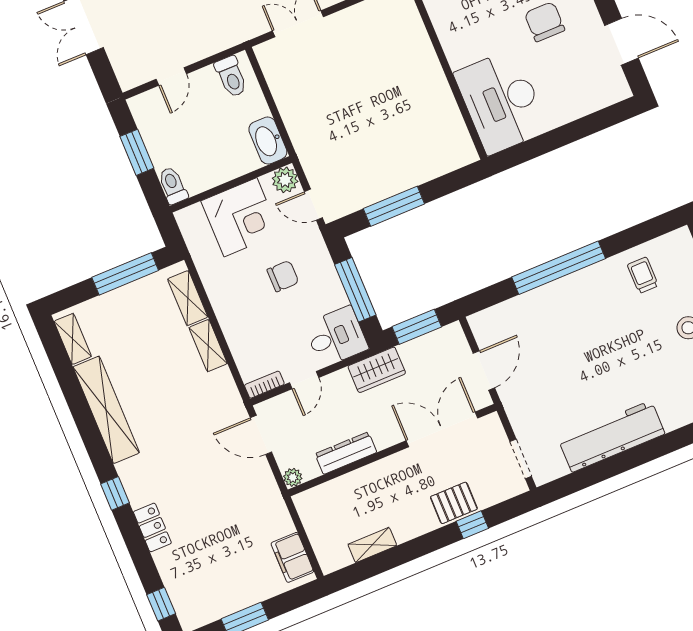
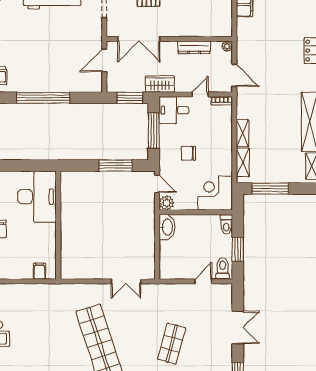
toilet: (231, 77) -> (223, 268), moved
corner desk: (240, 217) -> (215, 193), moved

